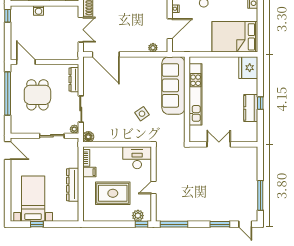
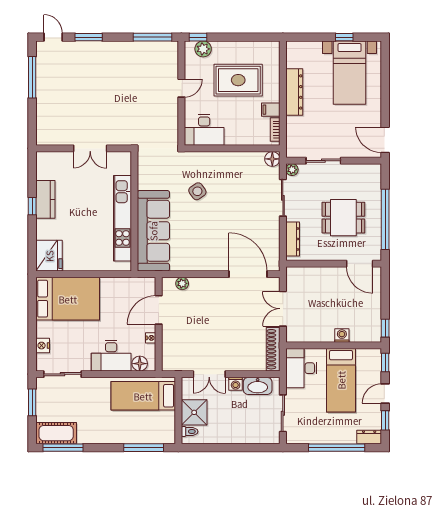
dining table: (37, 95) -> (343, 218), turned 90

